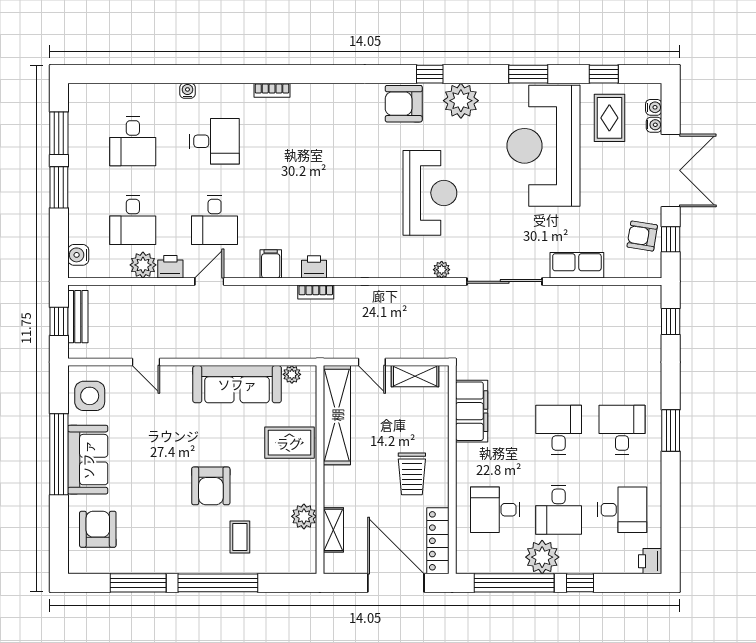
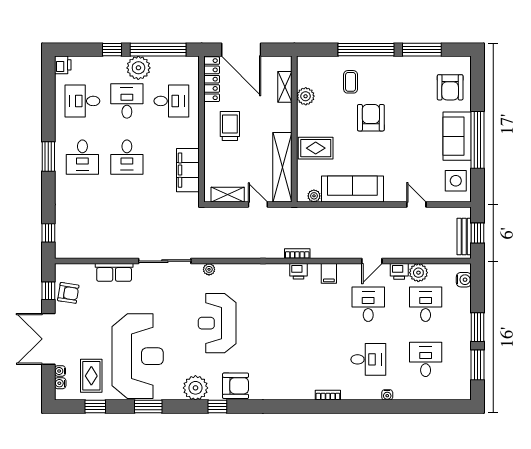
desk: (215, 141) -> (368, 359), turned 180

